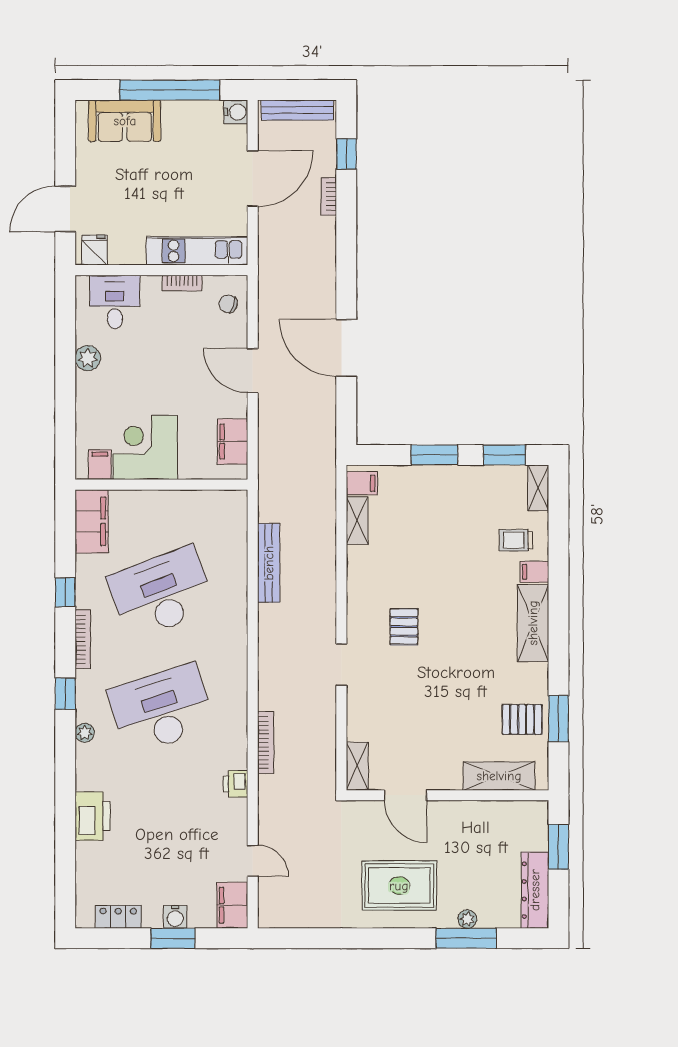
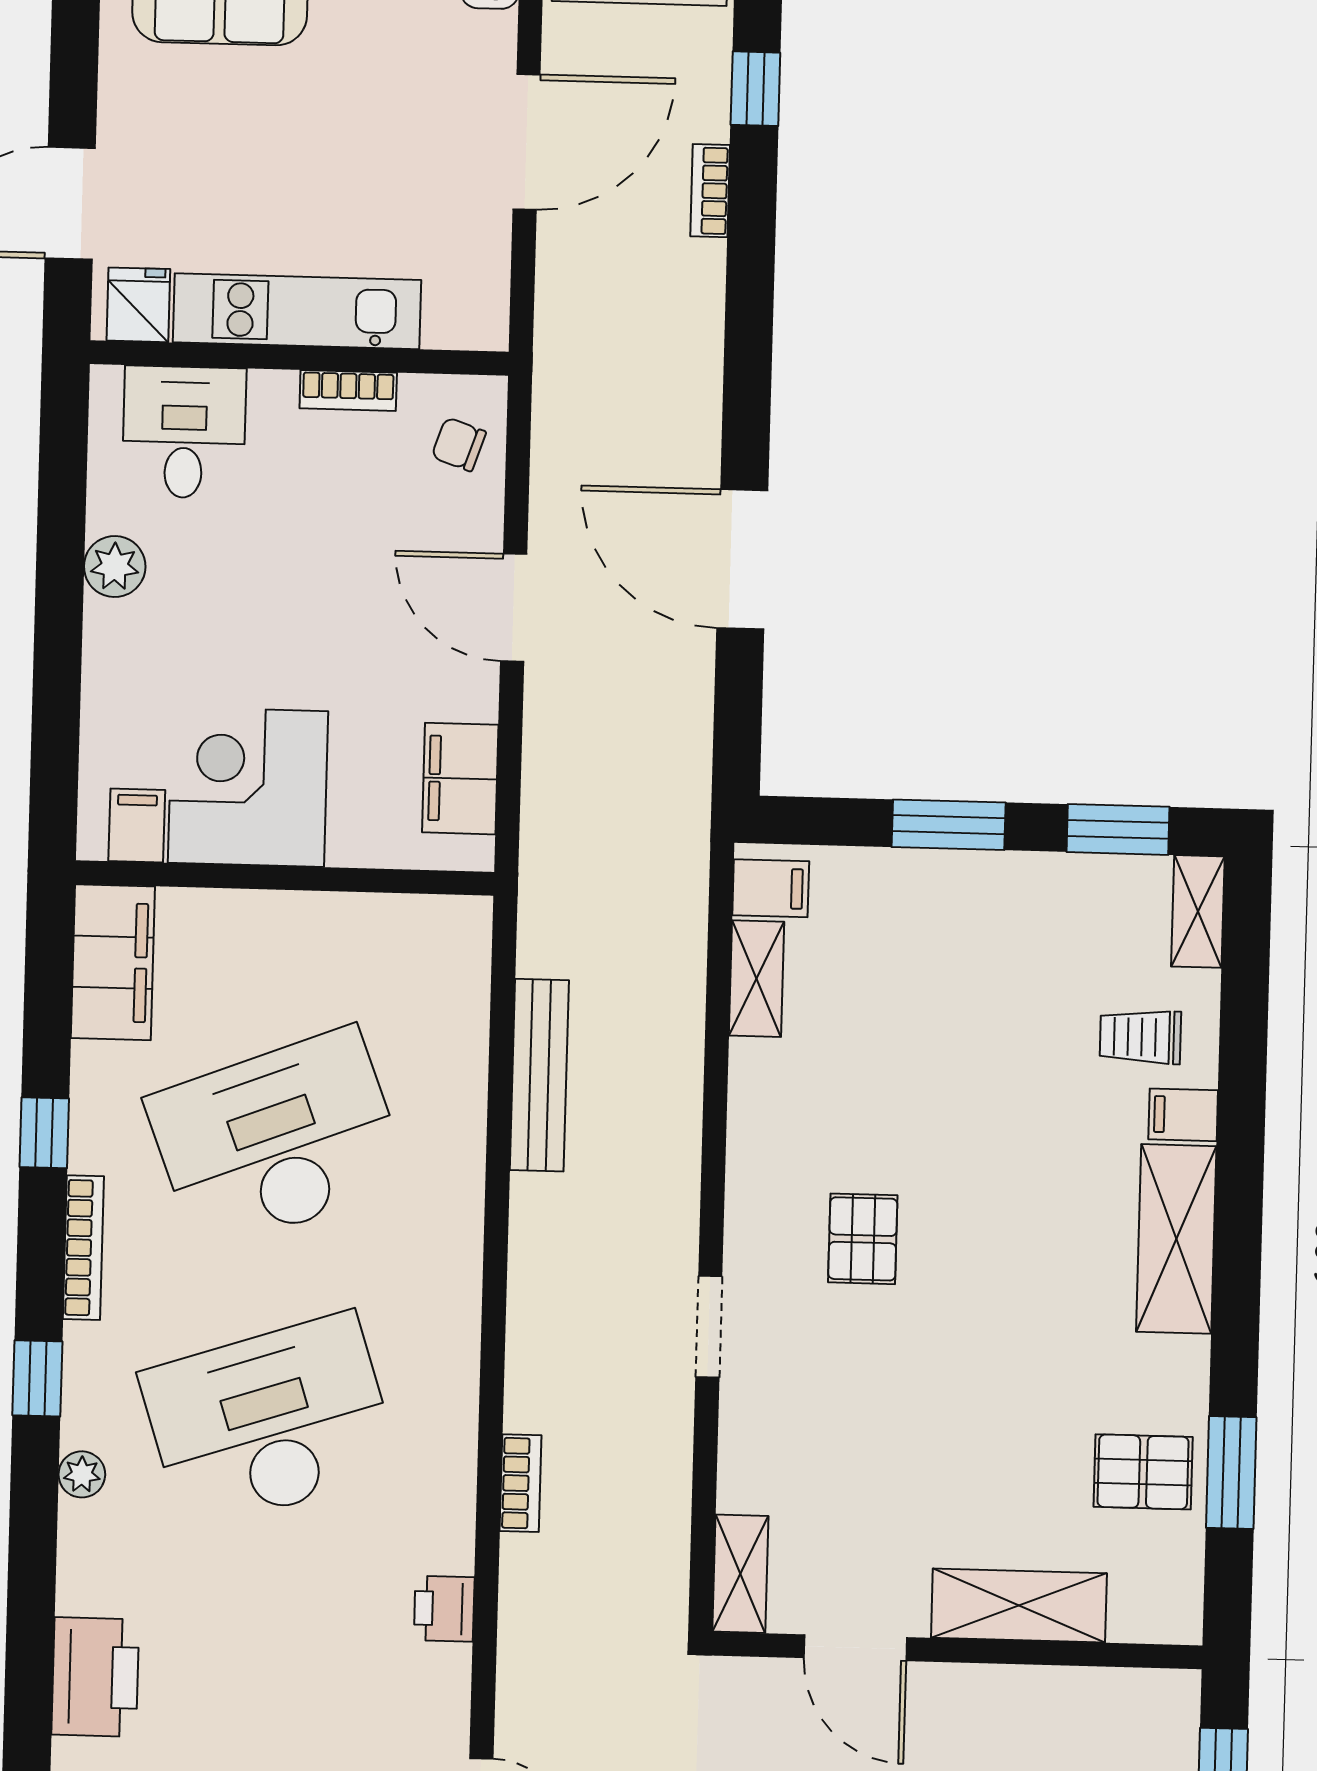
kitchen unit: (197, 251) -> (297, 311), moved
bookcase: (266, 743) -> (521, 1483), width x0.64
shelving: (499, 776) -> (1019, 1606), moved

